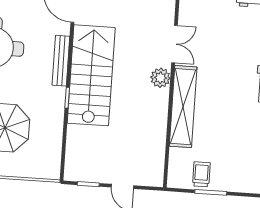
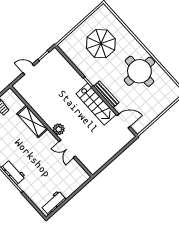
stairs: (91, 75) -> (96, 104), width x0.73, depth x0.66
shelving: (183, 107) -> (32, 121), width x0.68

